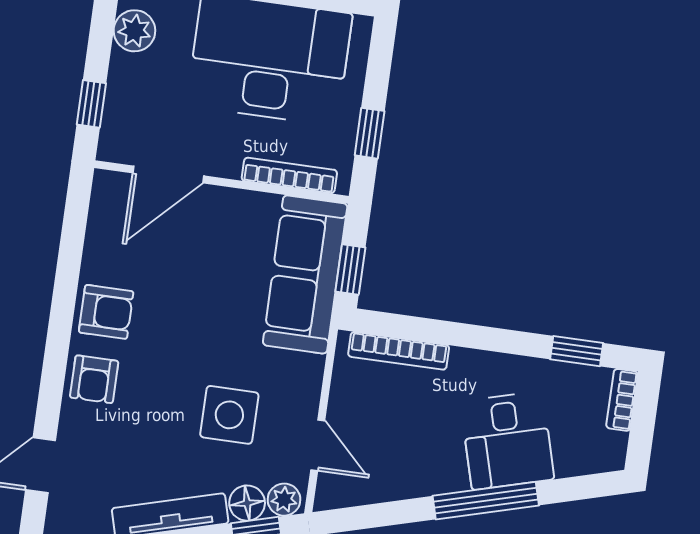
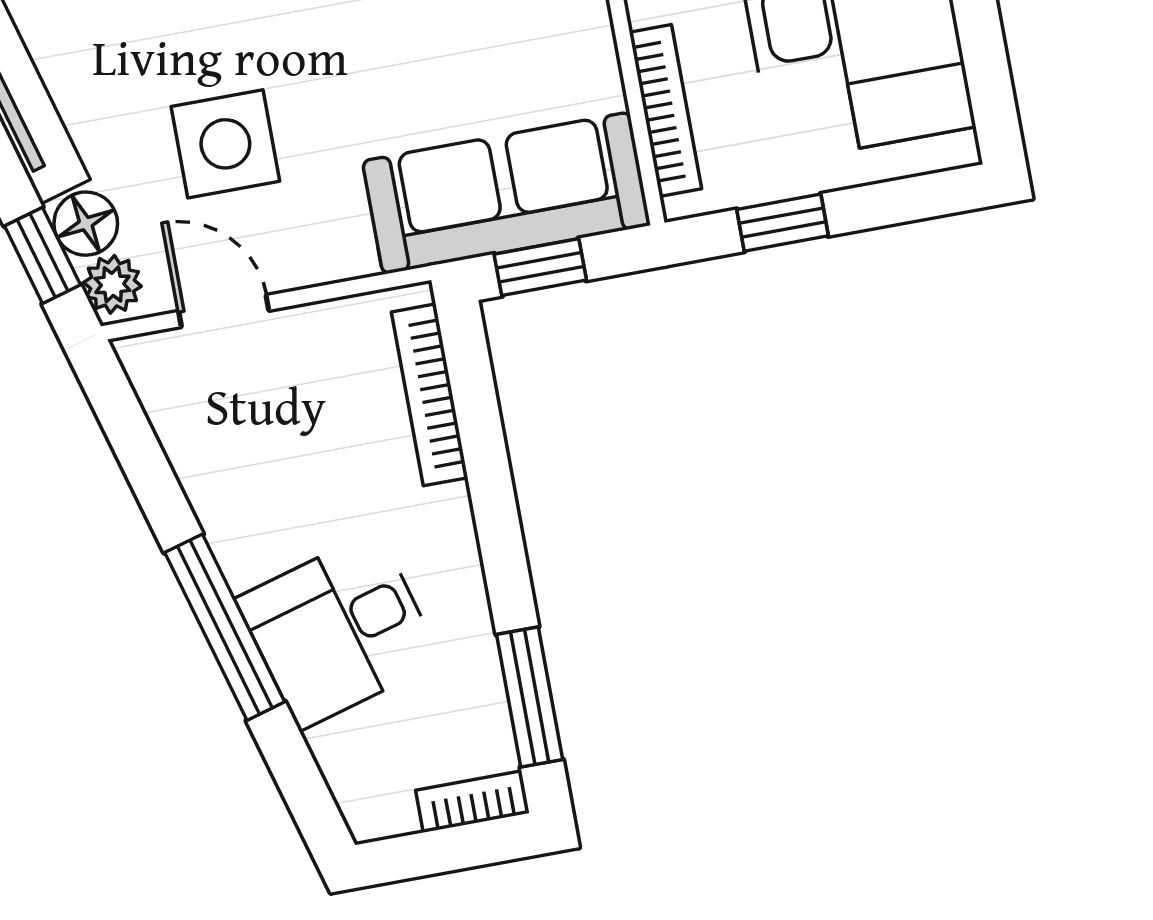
window: (577, 351) -> (530, 697), width x1.50
door: (318, 445) -> (224, 311), swing flipped

